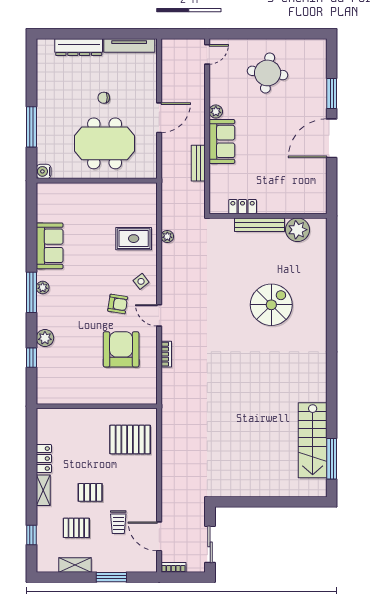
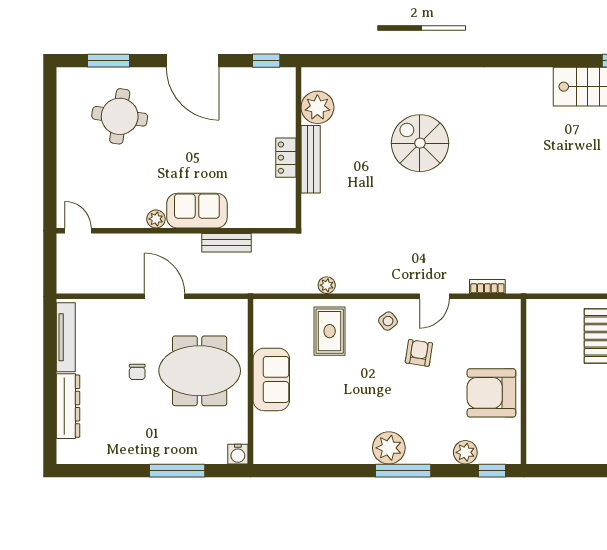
round table: (268, 73) -> (120, 116), moved
window: (332, 94) -> (108, 61), moved
meeting table: (105, 143) -> (200, 371), turned 90
window: (332, 192) -> (266, 61), added
locker: (243, 207) -> (286, 158), moved
sofa: (50, 246) -> (271, 379), moved, turned 90
plant: (43, 287) -> (389, 448), width x1.88, depth x1.88
armchair: (121, 349) -> (491, 393), moved
wall: (97, 406) -> (524, 381), moved

